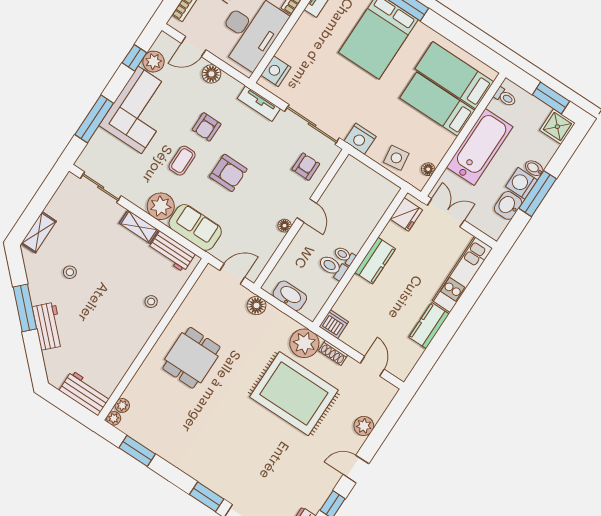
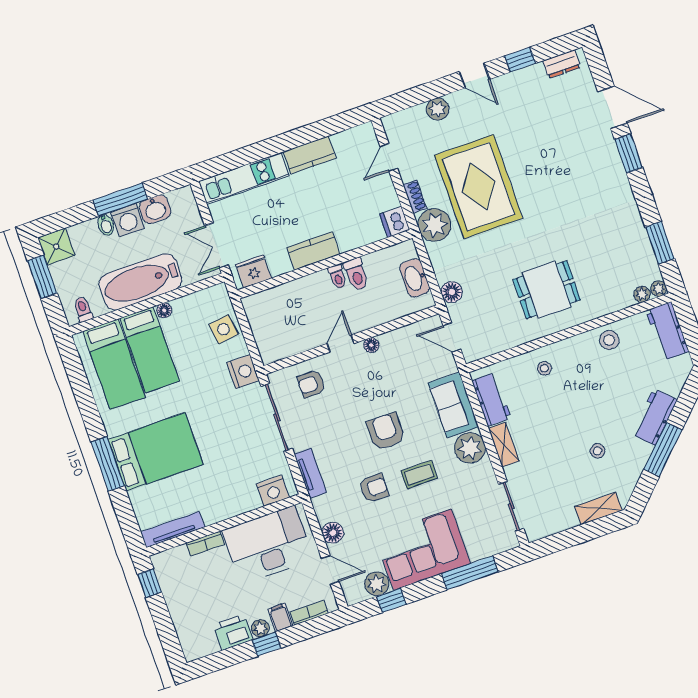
floor lamp: (428, 169) -> (164, 310), moved
stool: (121, 356) -> (609, 340), added

